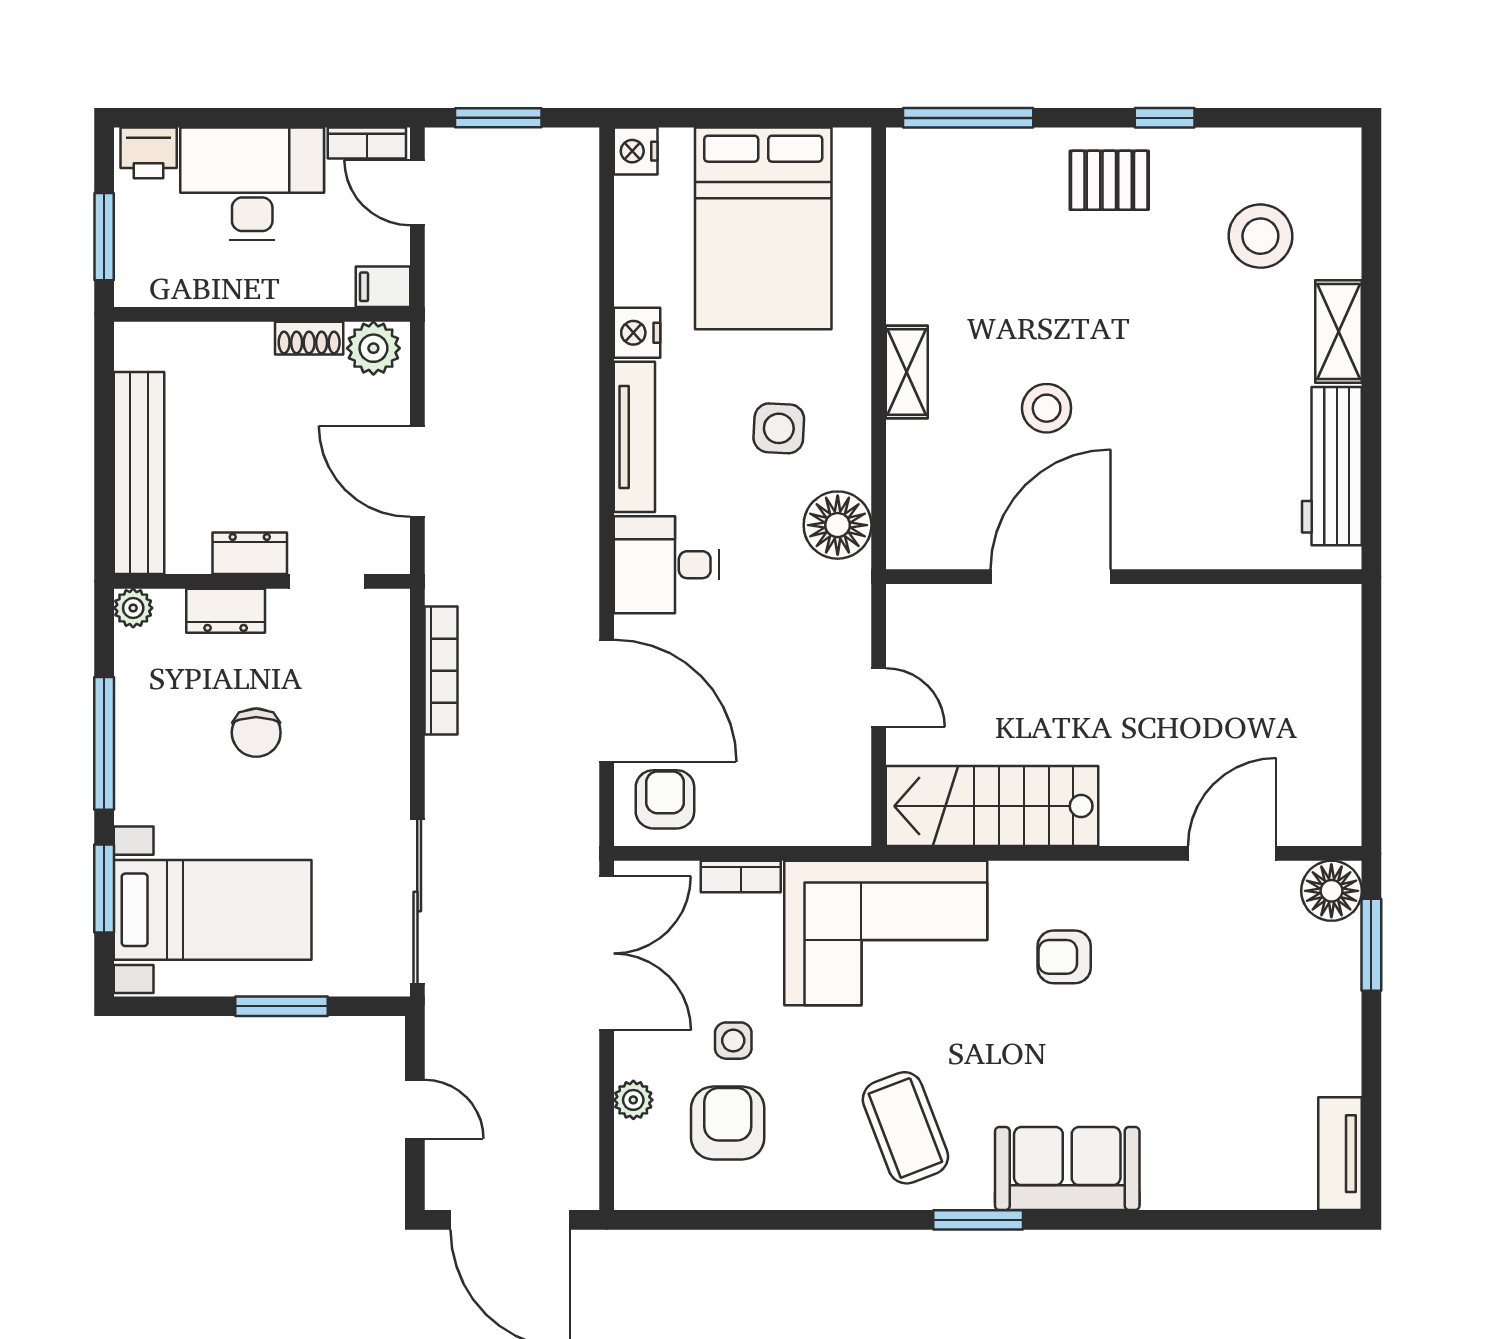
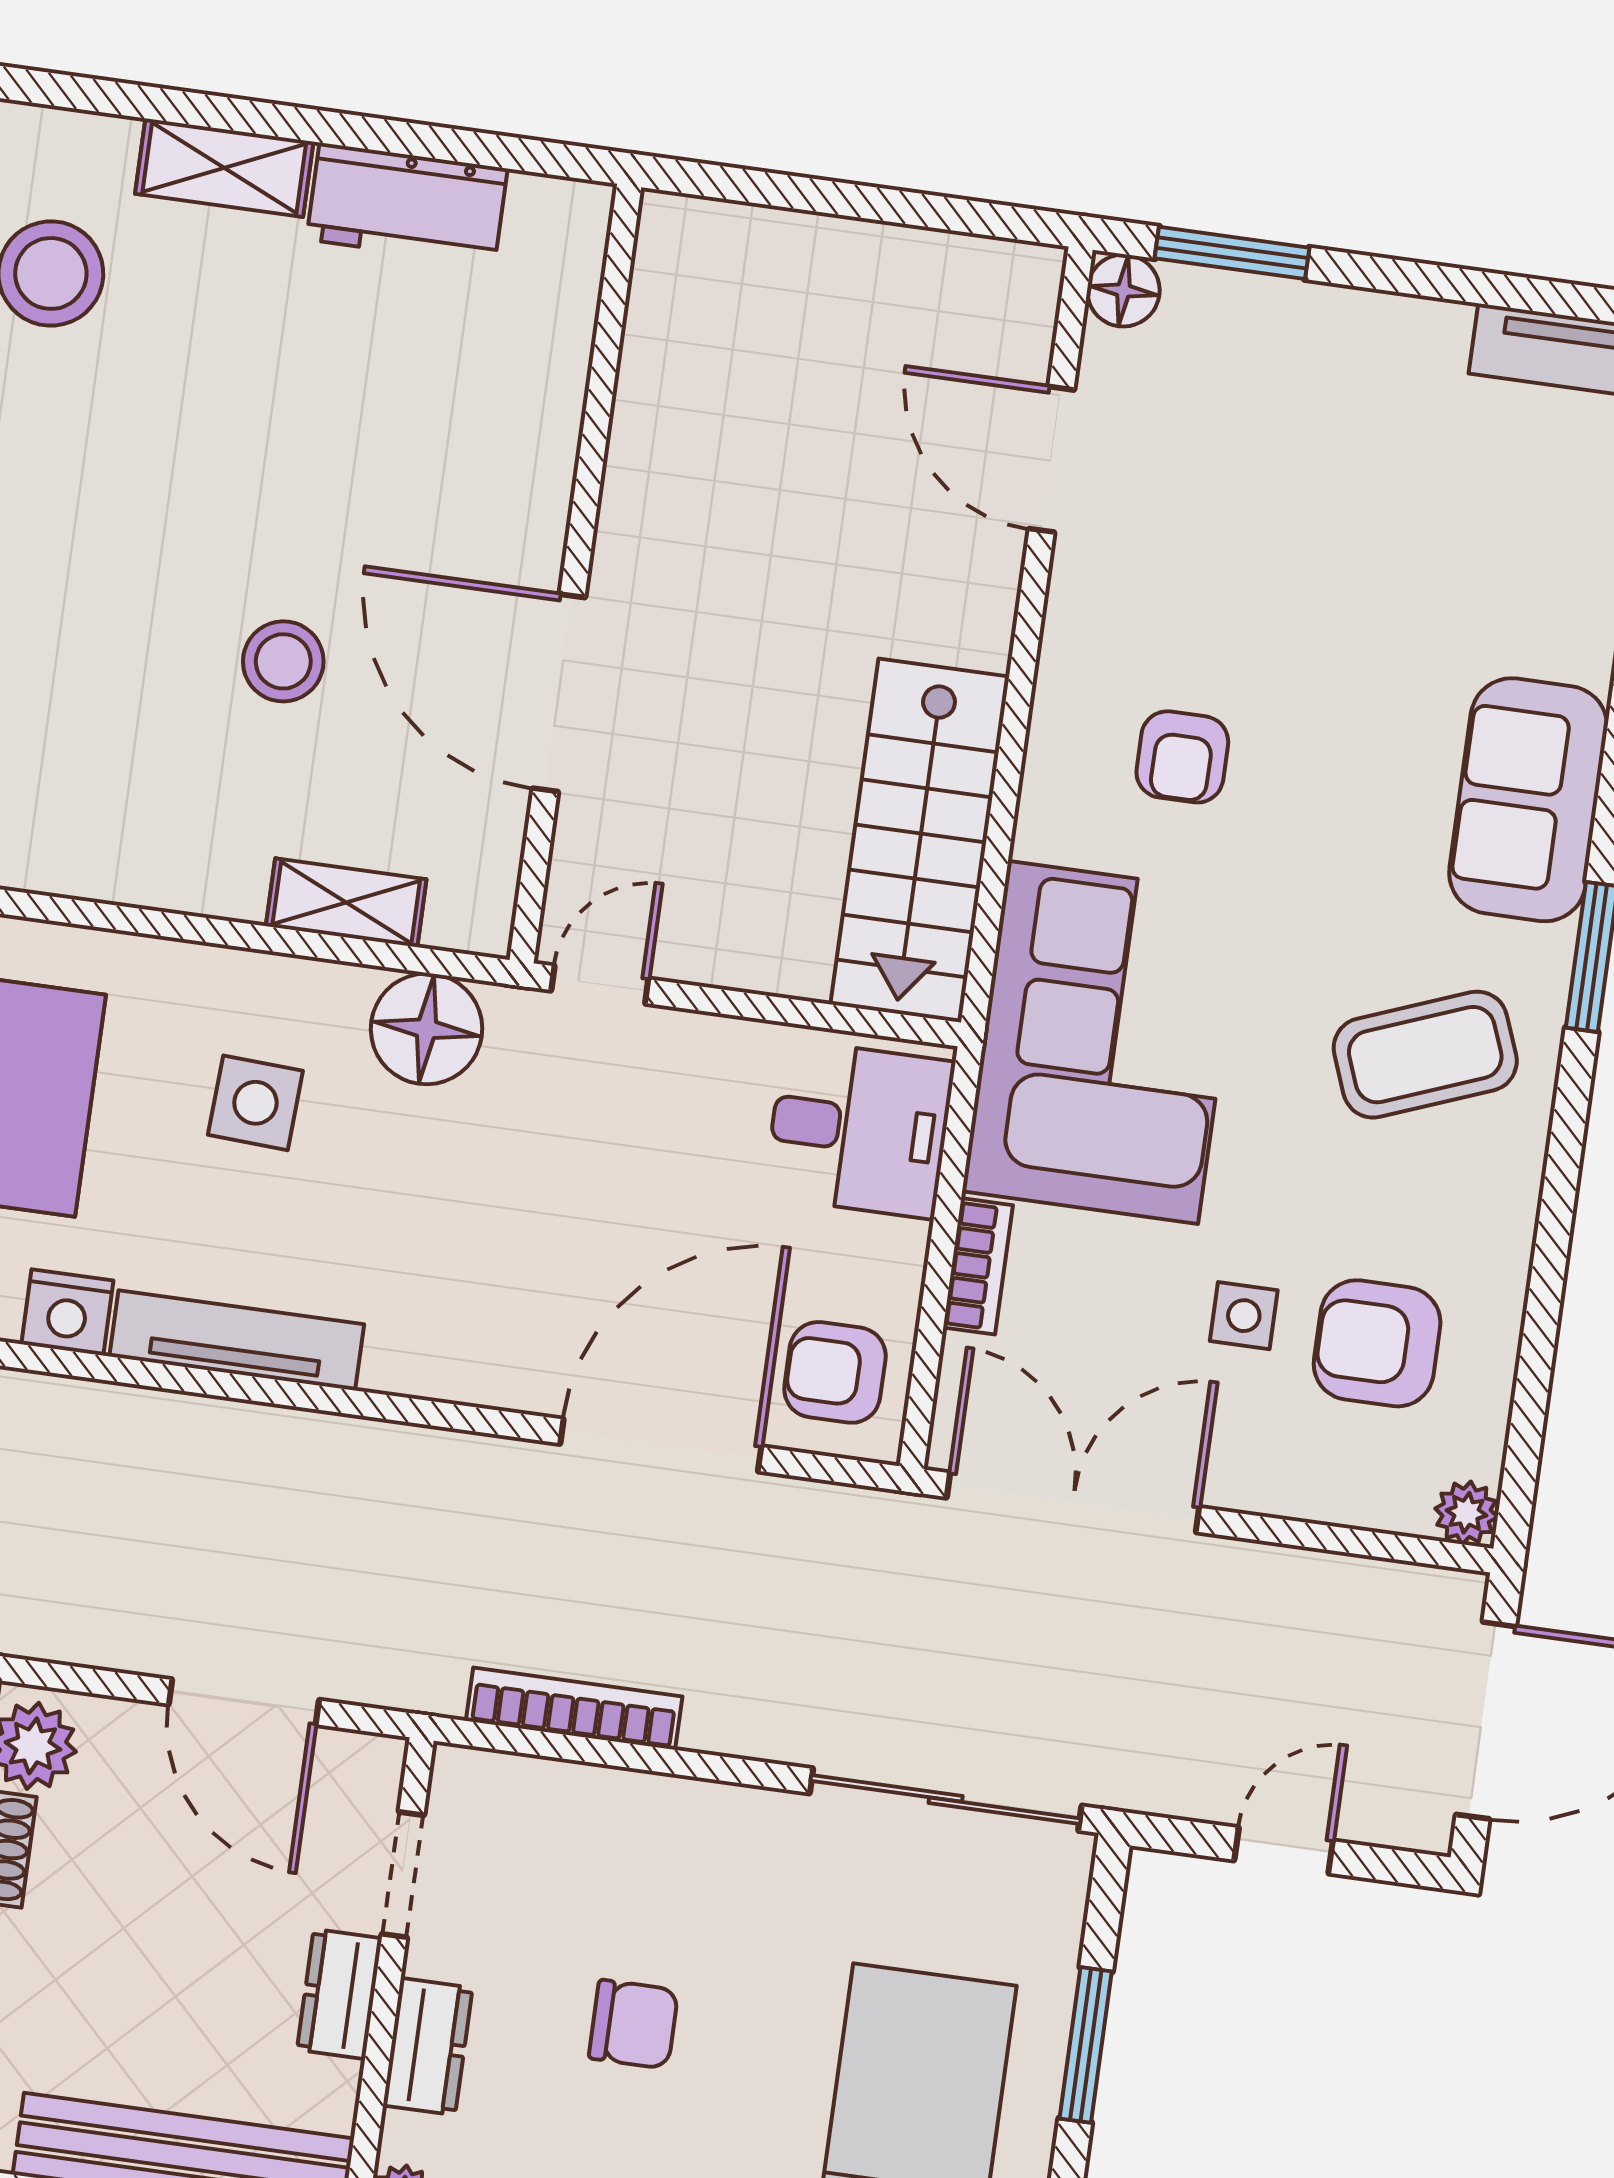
shelving: (907, 372) -> (346, 903), moved
workbench: (1332, 466) -> (407, 204), width x0.73
door: (417, 471) -> (244, 1702), hinge flipped
desk: (666, 565) -> (859, 1129), moved, turned -90
door: (879, 697) -> (600, 985), moved
floor lamp: (1331, 891) -> (1123, 291), width x0.73, depth x0.73
plant: (633, 1100) -> (1466, 1513), moved

